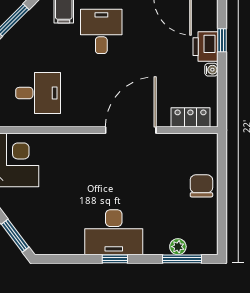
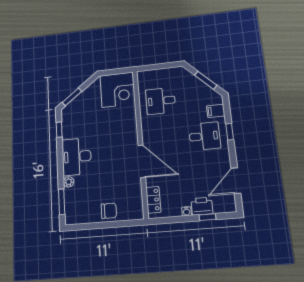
desk: (38, 93) -> (161, 101), turned 90
plant: (178, 247) -> (69, 182), moved
window: (115, 259) -> (59, 130), moved

